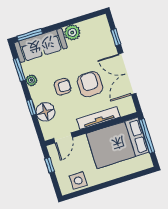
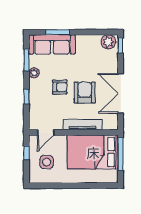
plant: (72, 32) -> (108, 42), moved
window: (30, 35) -> (58, 32), moved
window: (116, 37) -> (121, 45), moved
floor lamp: (45, 112) -> (38, 104), removed
side table: (78, 181) -> (47, 162), moved

